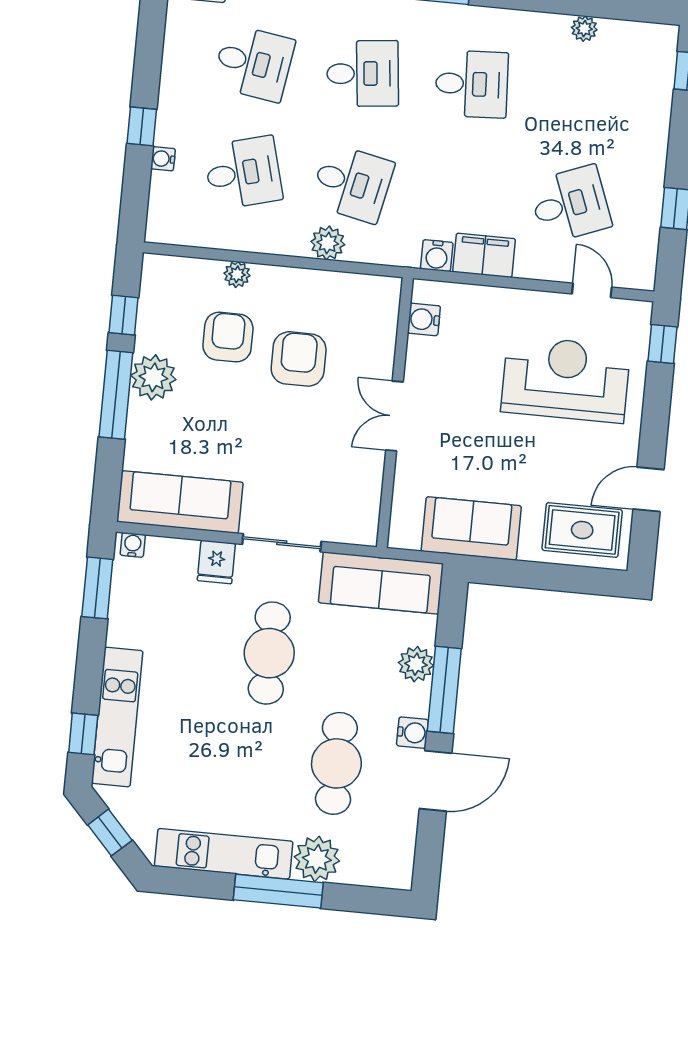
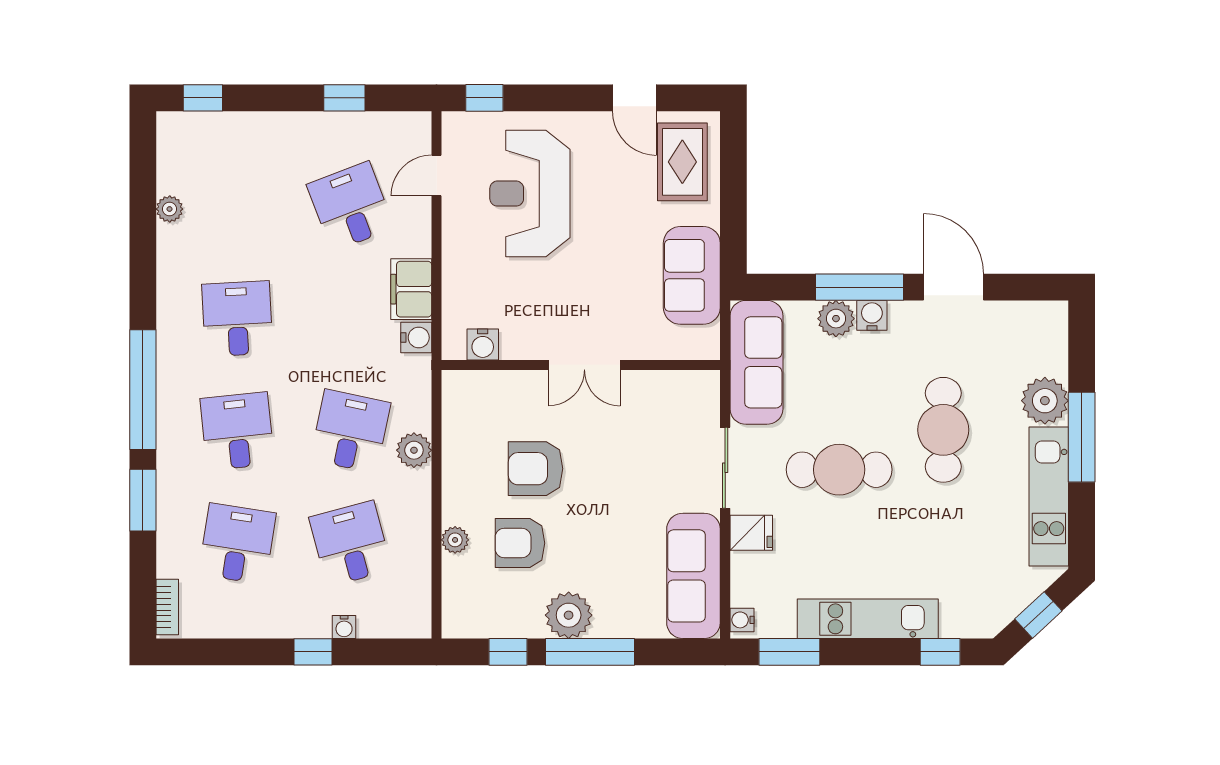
kitchen unit: (117, 717) -> (868, 619), moved
water cooler: (412, 733) -> (872, 315), moved
cafe table: (336, 763) -> (943, 430), moved, turned 90

